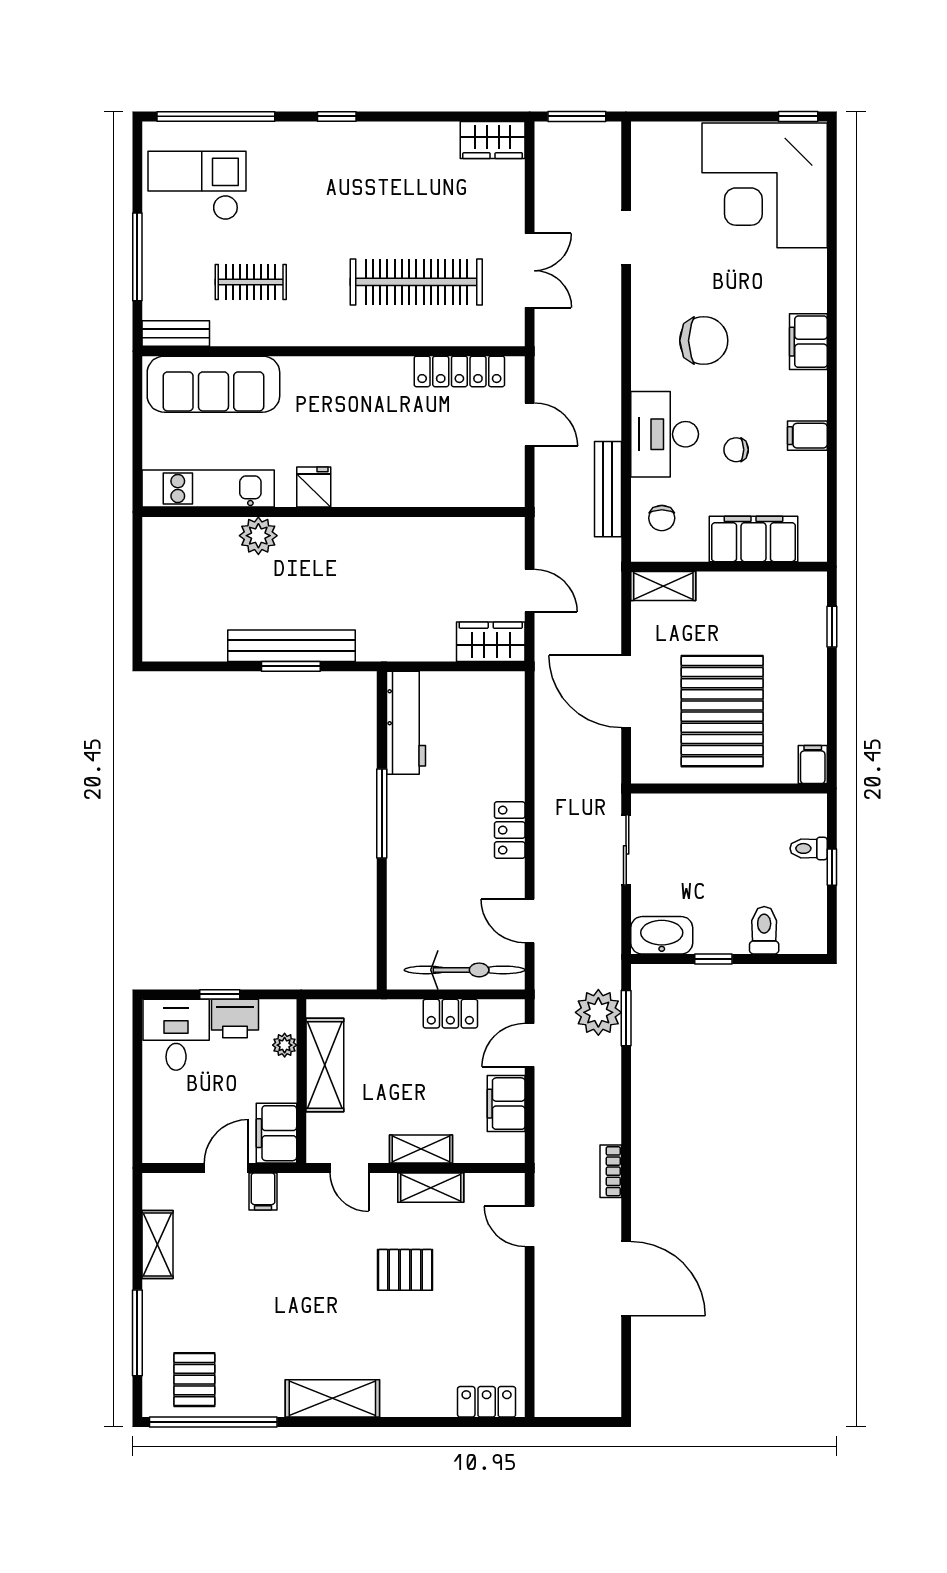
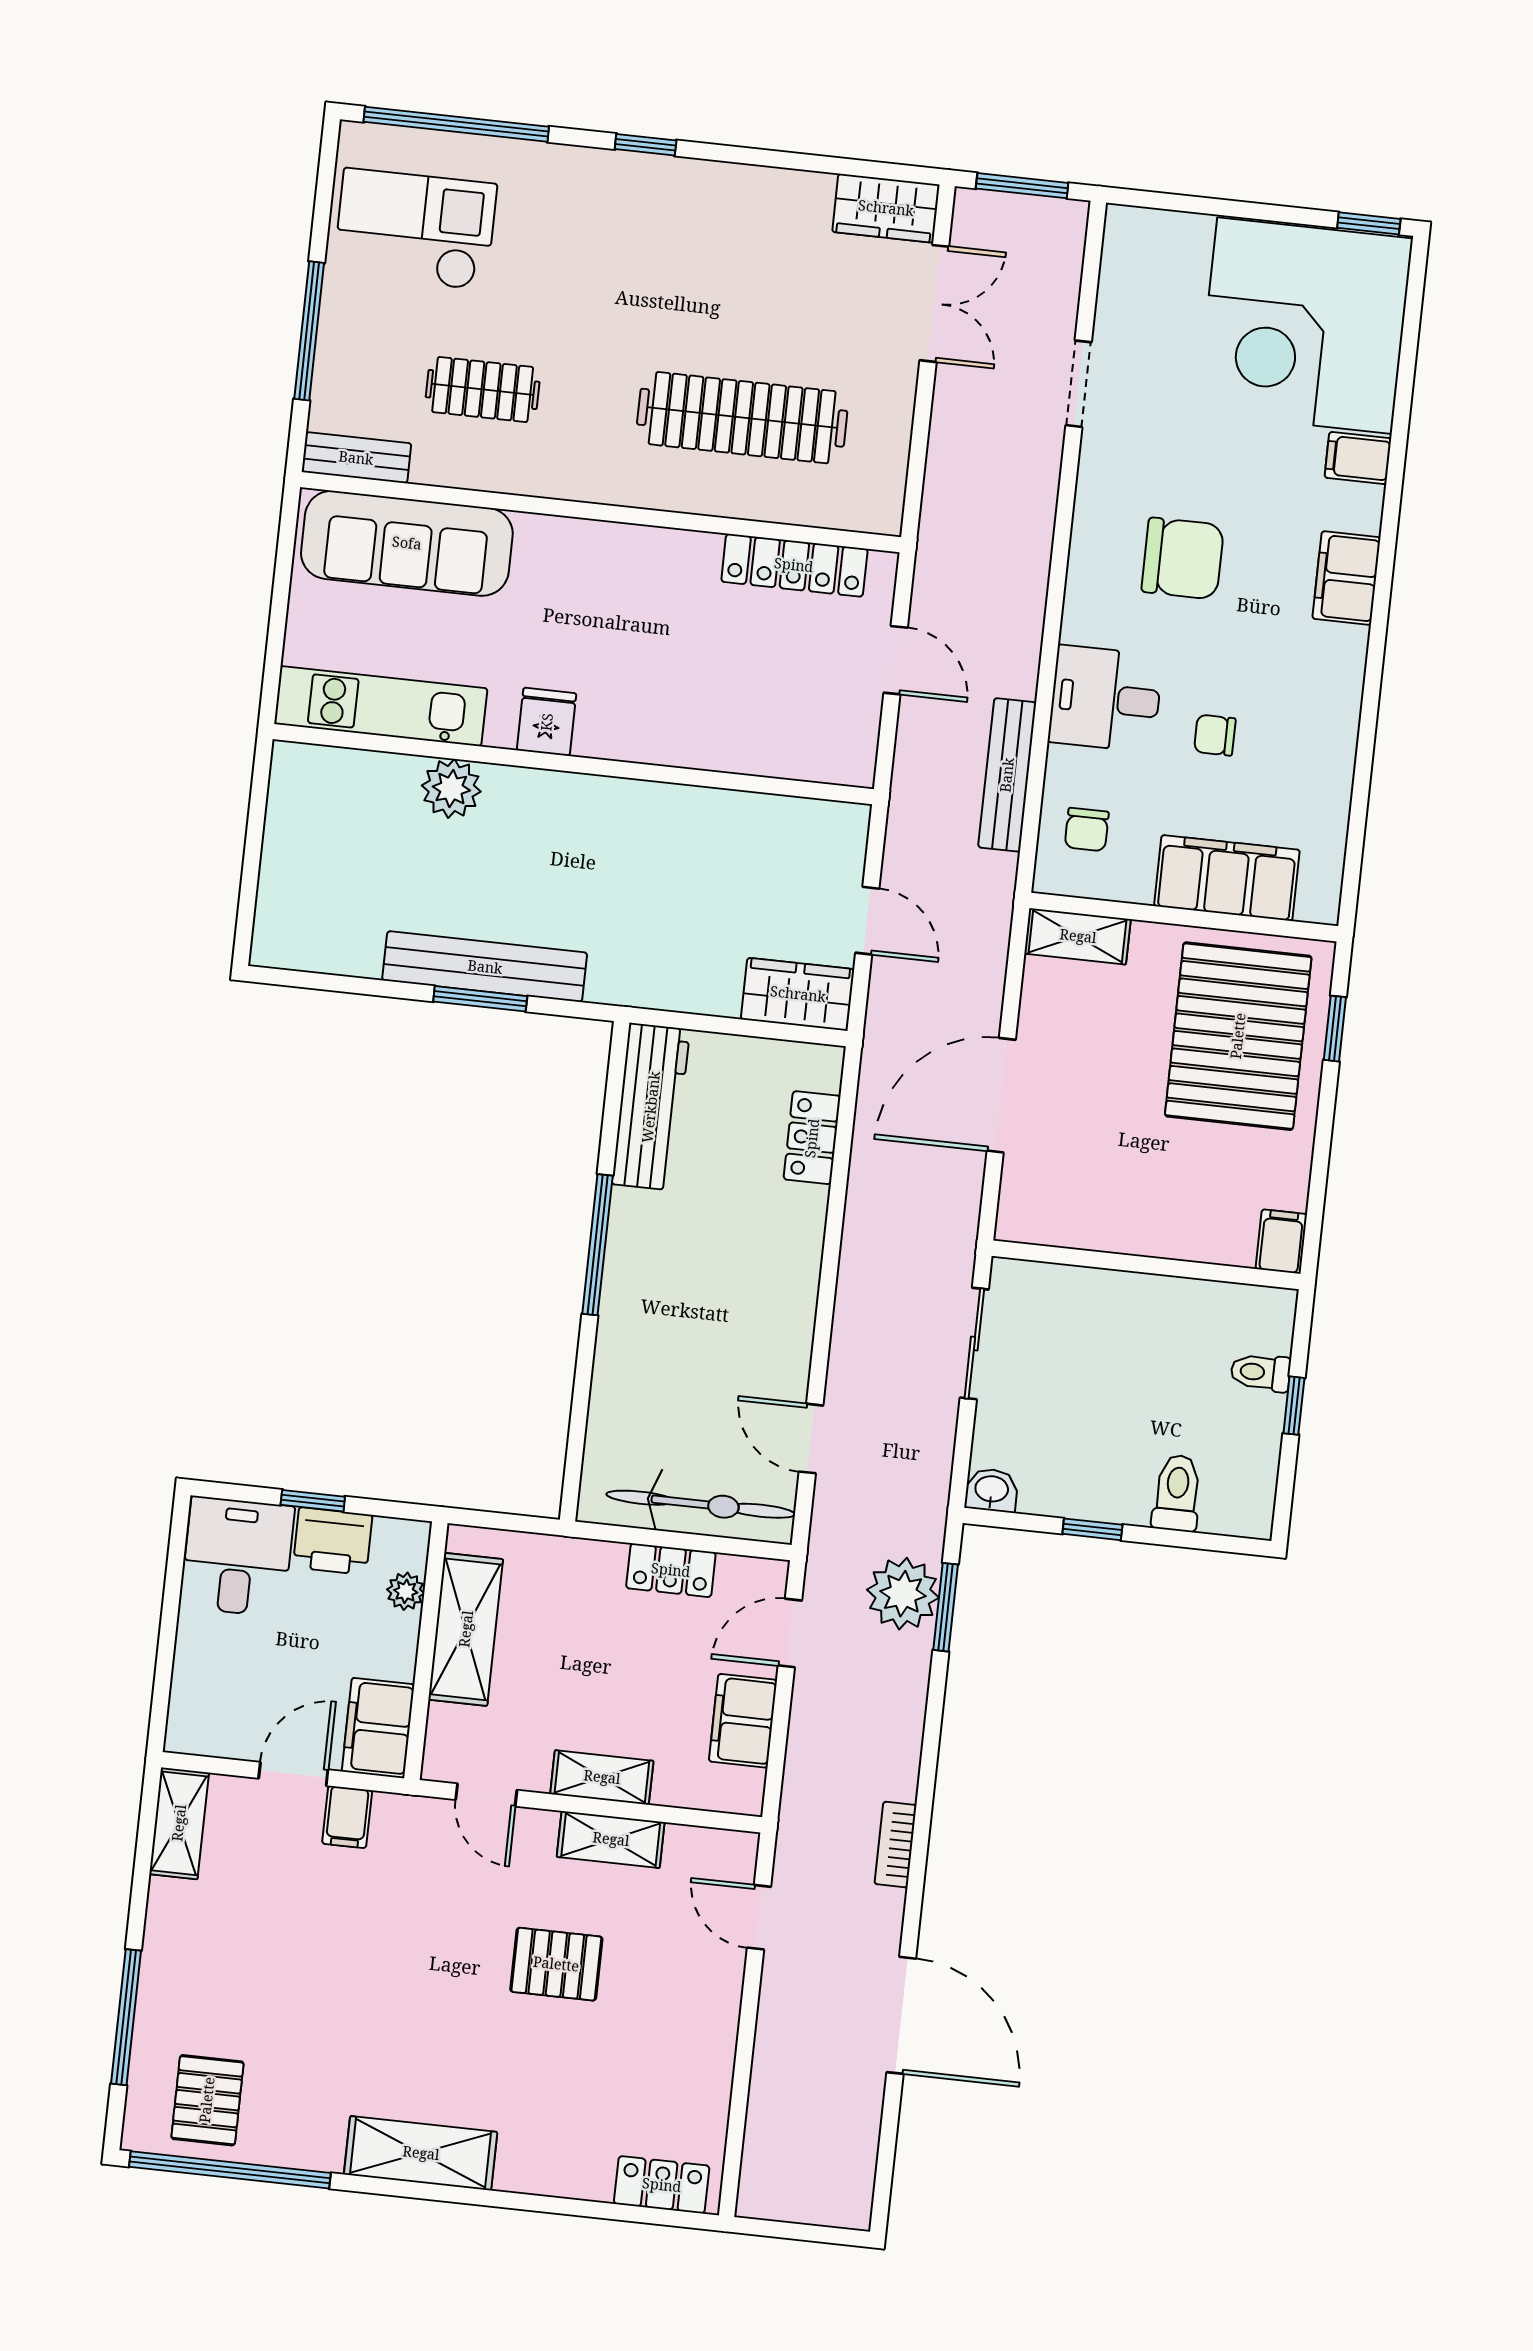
double door: (530, 271) -> (934, 303), moved
desk: (665, 434) -> (1105, 699), width x0.73
filing cabinet: (807, 436) -> (1358, 458), moved
door: (626, 691) -> (1001, 1095), hinge flipped
pallet: (722, 711) -> (1238, 1036), moved
locker: (510, 830) -> (812, 1138), moved
washbasin: (662, 935) -> (992, 1490), width x0.52, depth x0.69
shelving: (158, 1244) -> (179, 1823), moved

